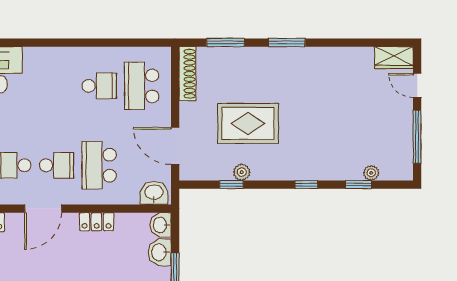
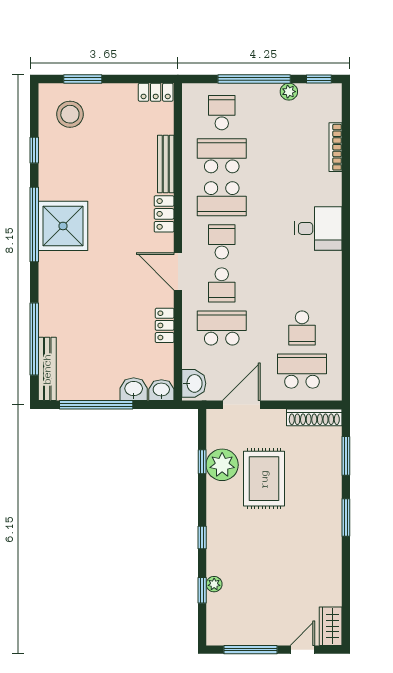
plant: (242, 172) -> (222, 465), width x1.87, depth x1.87
plant: (371, 173) -> (214, 584), moved

